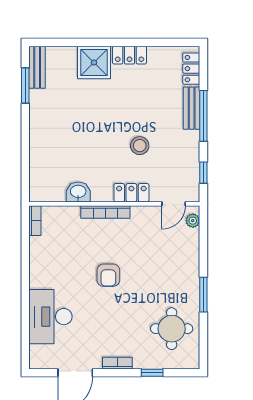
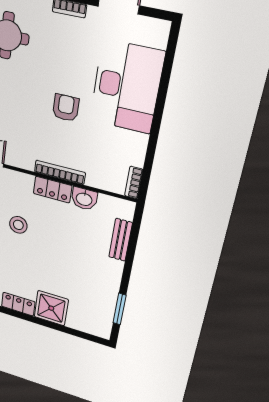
bench: (37, 67) -> (121, 240), moved
locker: (131, 193) -> (53, 190), moved
desk: (50, 317) -> (126, 87), width x1.36, depth x1.30

